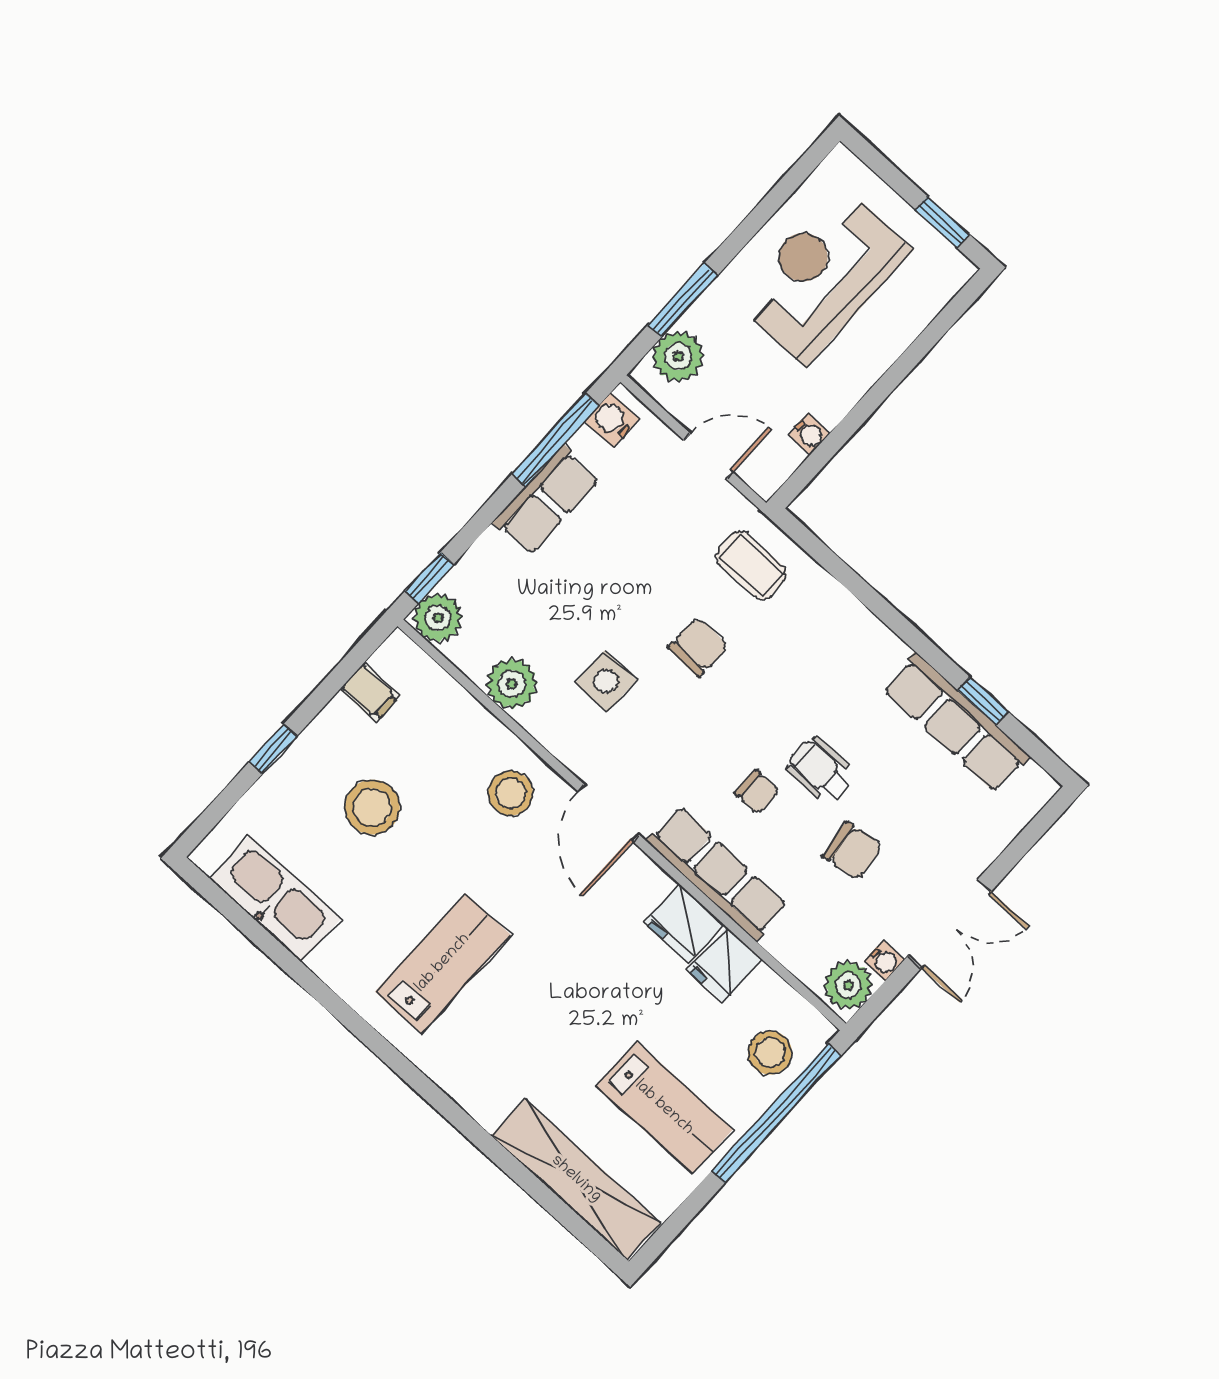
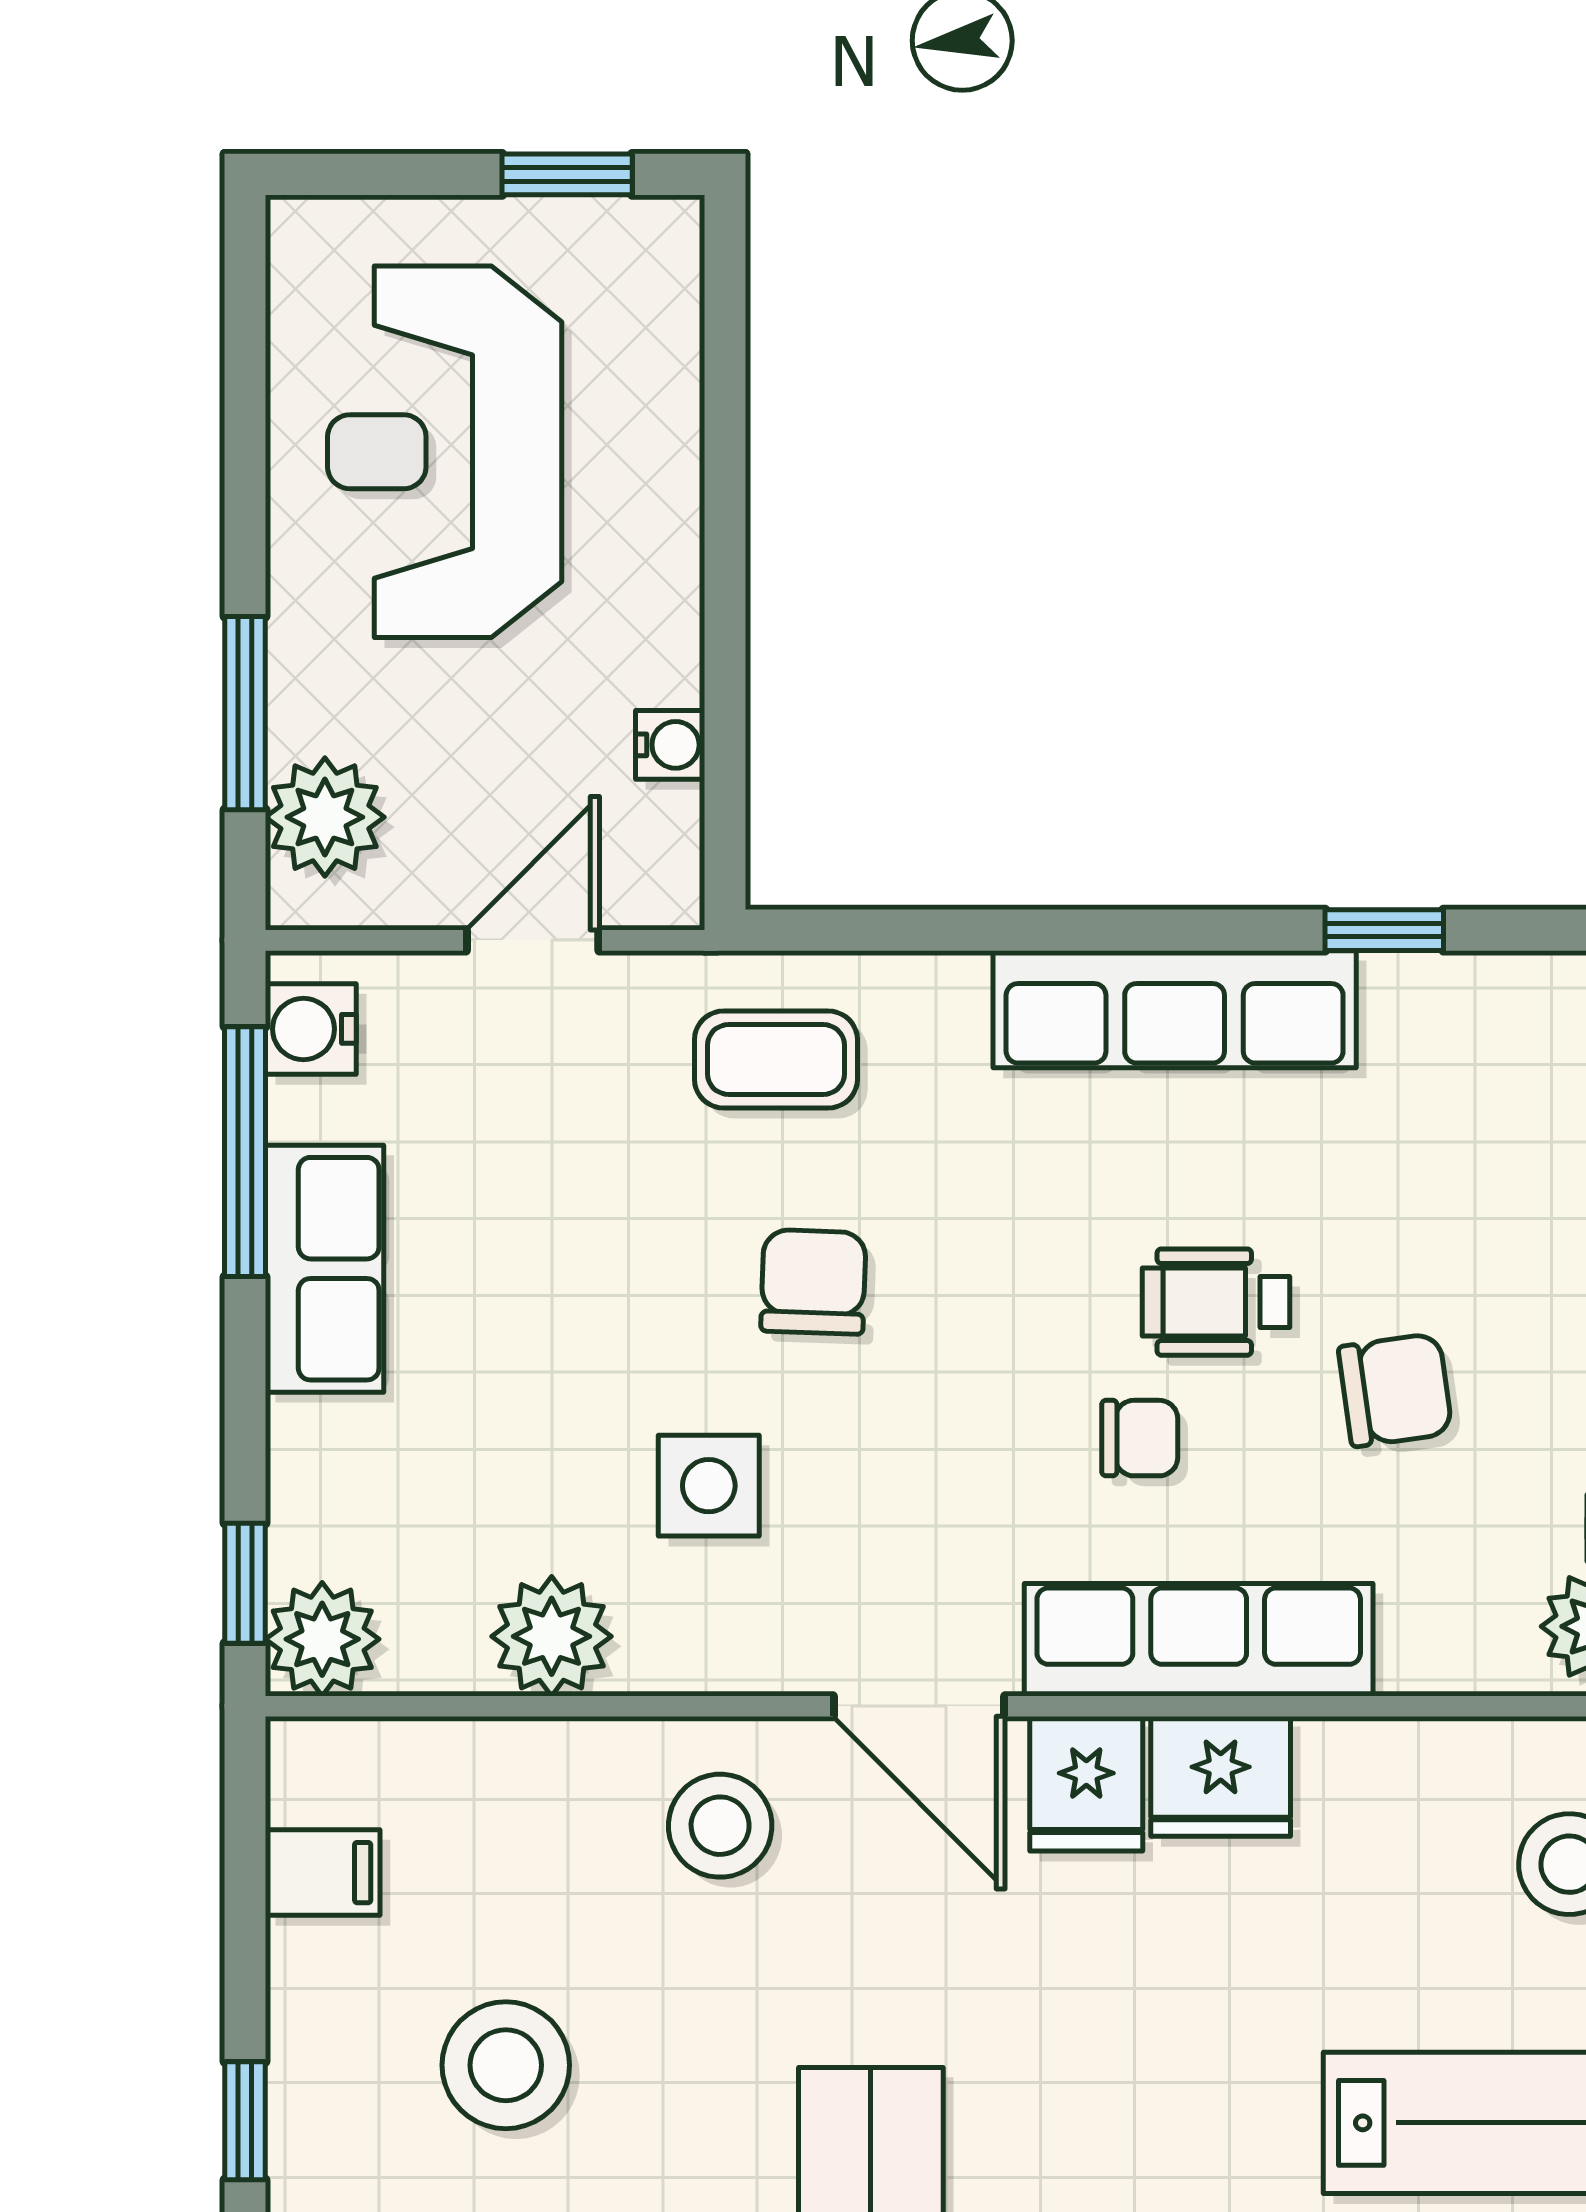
row of seats: (956, 723) -> (1175, 1009), moved
fridge: (725, 965) -> (1086, 1784), moved

